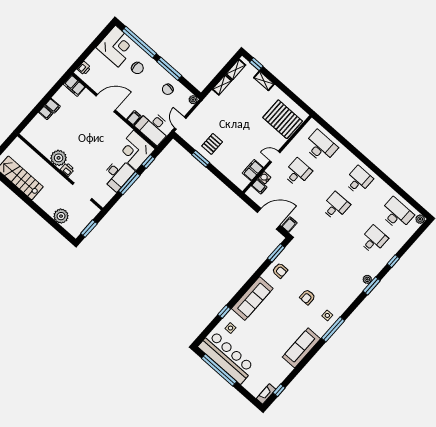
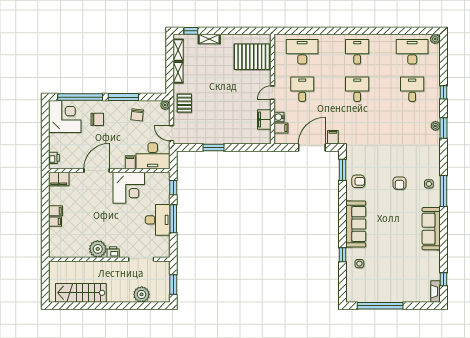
pallet: (212, 144) -> (184, 103), moved
corner desk: (135, 150) -> (129, 188), moved, turned -90
bar counter: (227, 357) -> (377, 290), removed

